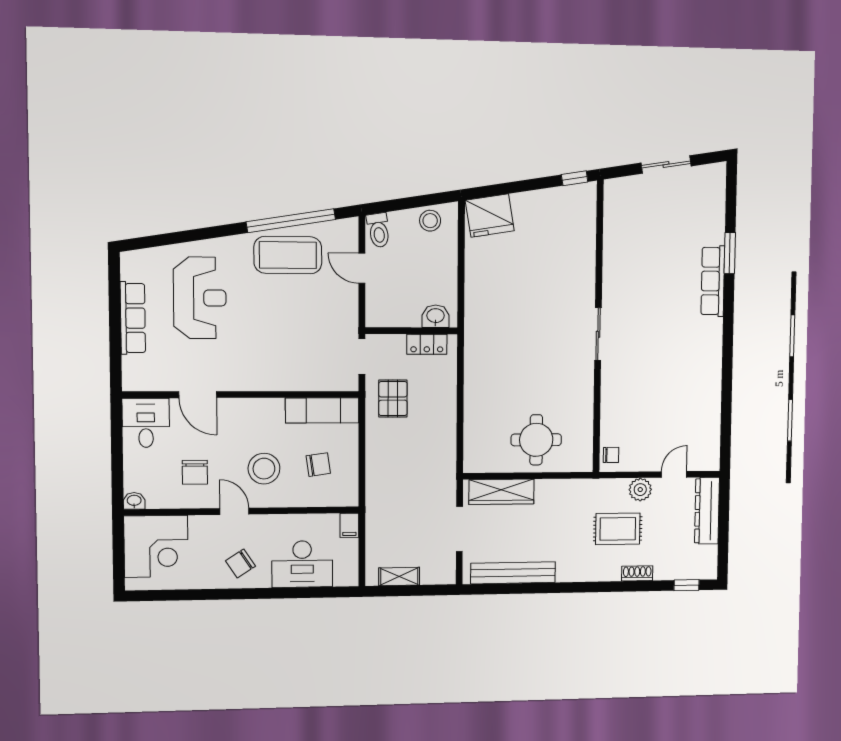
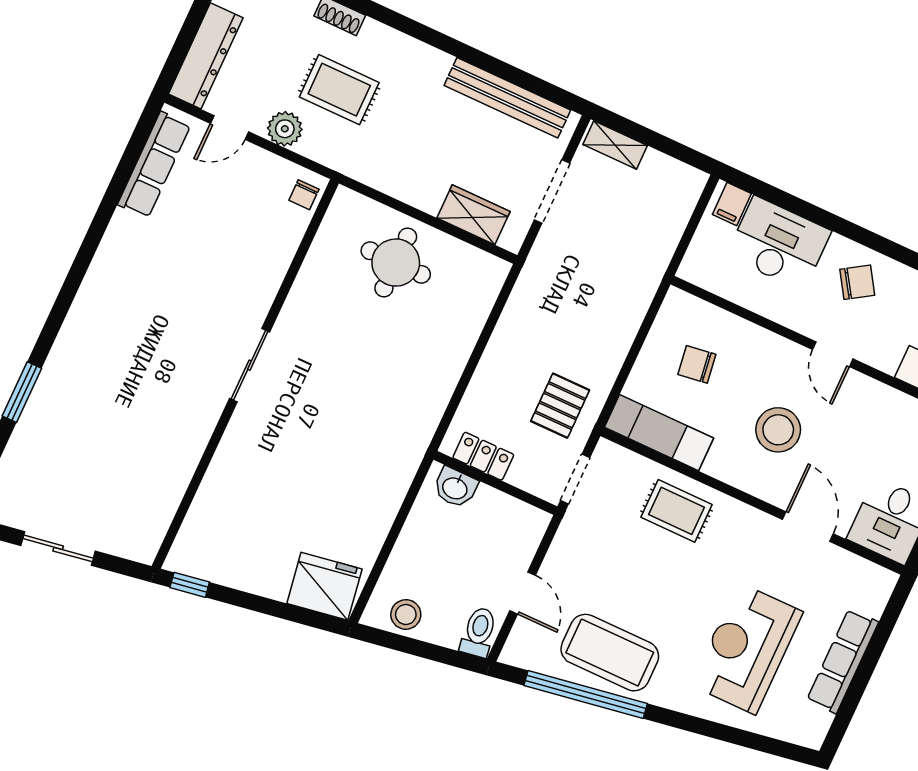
row of seats: (713, 281) -> (154, 165), moved
rug: (288, 366) -> (677, 511), added
chair: (611, 455) -> (304, 195), turned -90
stool: (264, 469) -> (778, 430), moved
chair: (195, 472) -> (859, 429), removed
wardrobe: (501, 492) -> (474, 215), width x0.67
filing cabinet: (349, 525) -> (732, 204), moved, turned 180
shelving: (399, 576) -> (615, 145), moved

